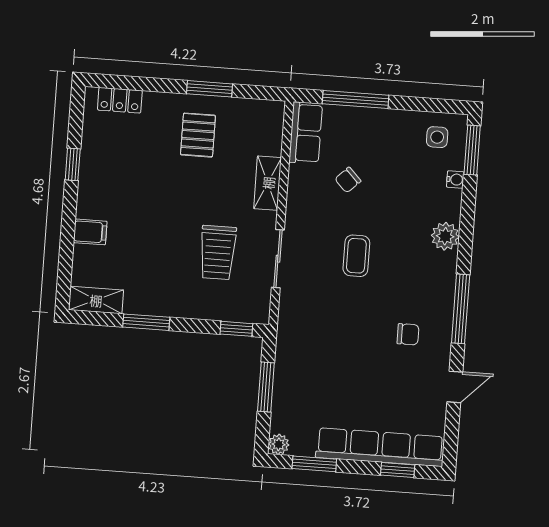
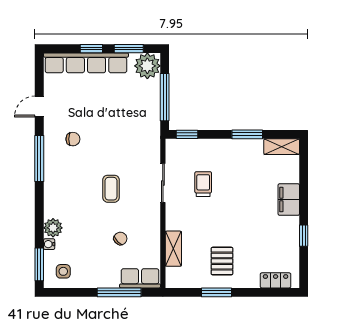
row of seats: (306, 133) -> (140, 278), moved, turned 90
shelving: (268, 183) -> (173, 249), moved
filing cabinet: (90, 232) -> (289, 200), width x2.00
plant: (445, 236) -> (53, 228), moved
trolley: (218, 252) -> (203, 184), width x0.73, depth x0.72
chair: (408, 334) -> (73, 139), turned 180
window: (266, 387) -> (165, 97), width x1.44
plant: (279, 444) -> (147, 66), width x1.88, depth x1.88
window: (398, 470) -> (91, 49), moved

